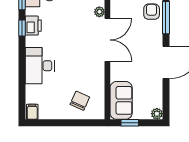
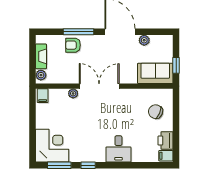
printer: (33, 26) -> (166, 141), moved, turned -90
desk: (40, 66) -> (118, 149), width x0.73
plant: (157, 114) -> (144, 40), moved

